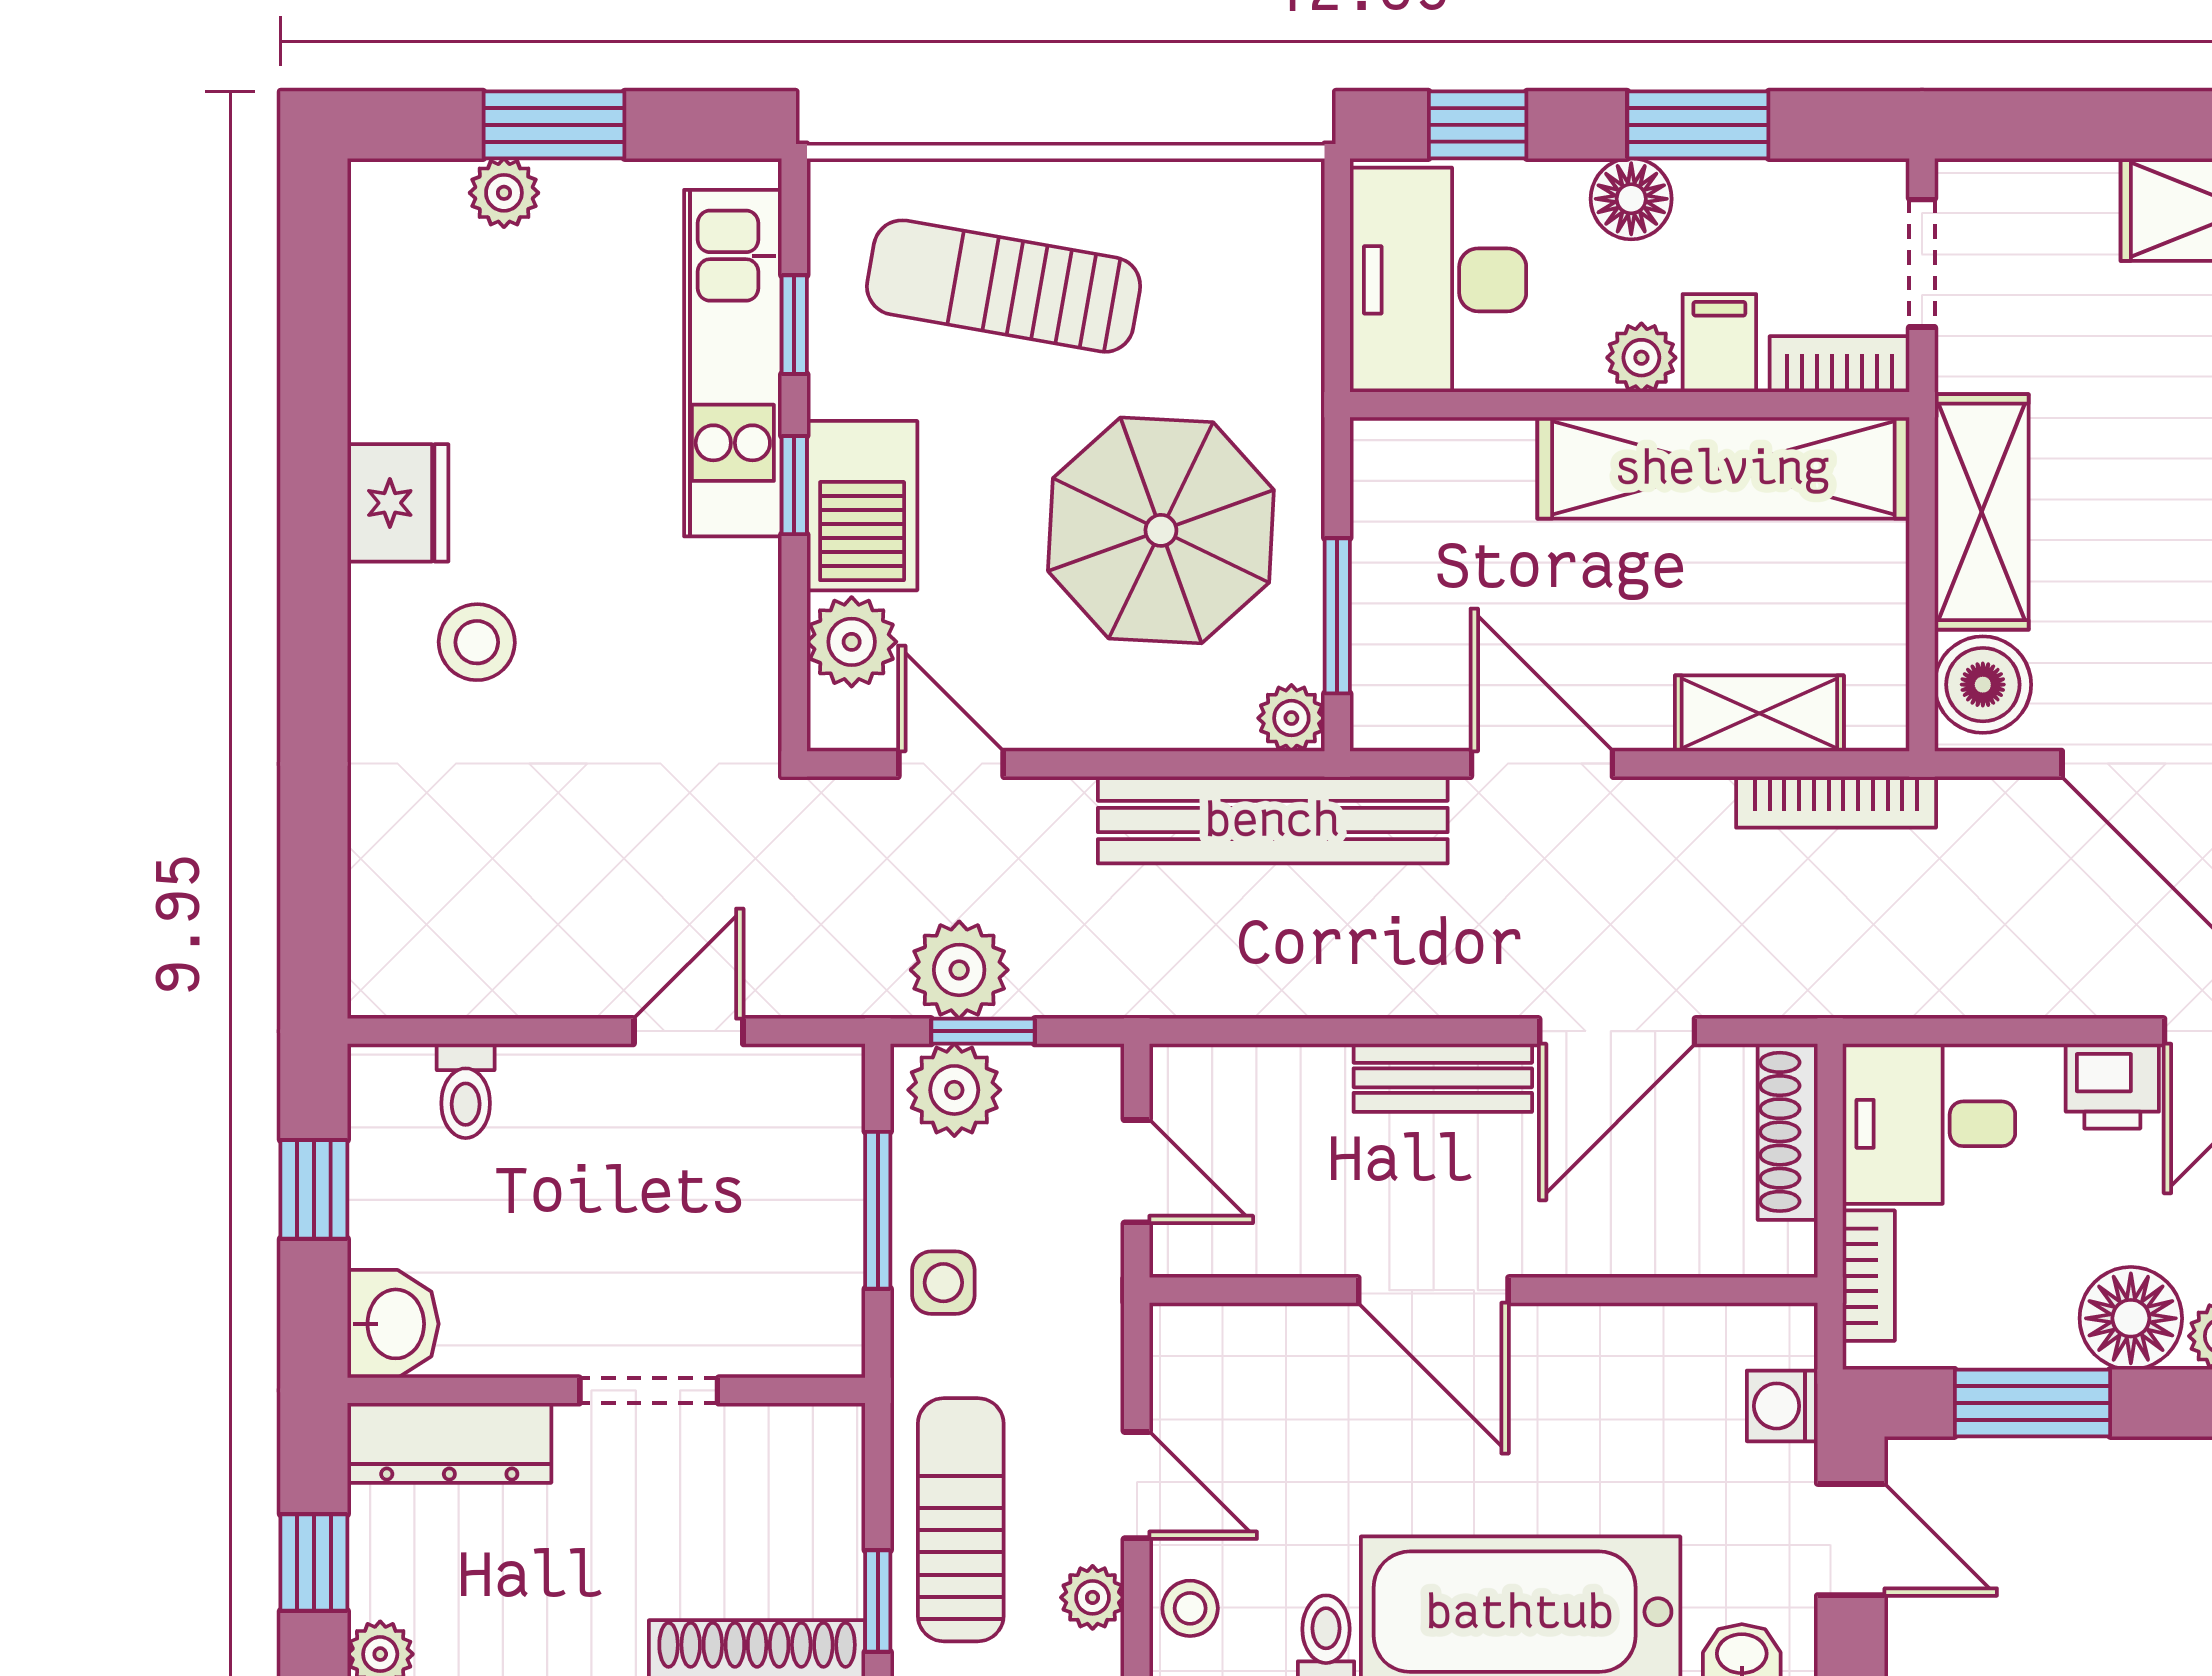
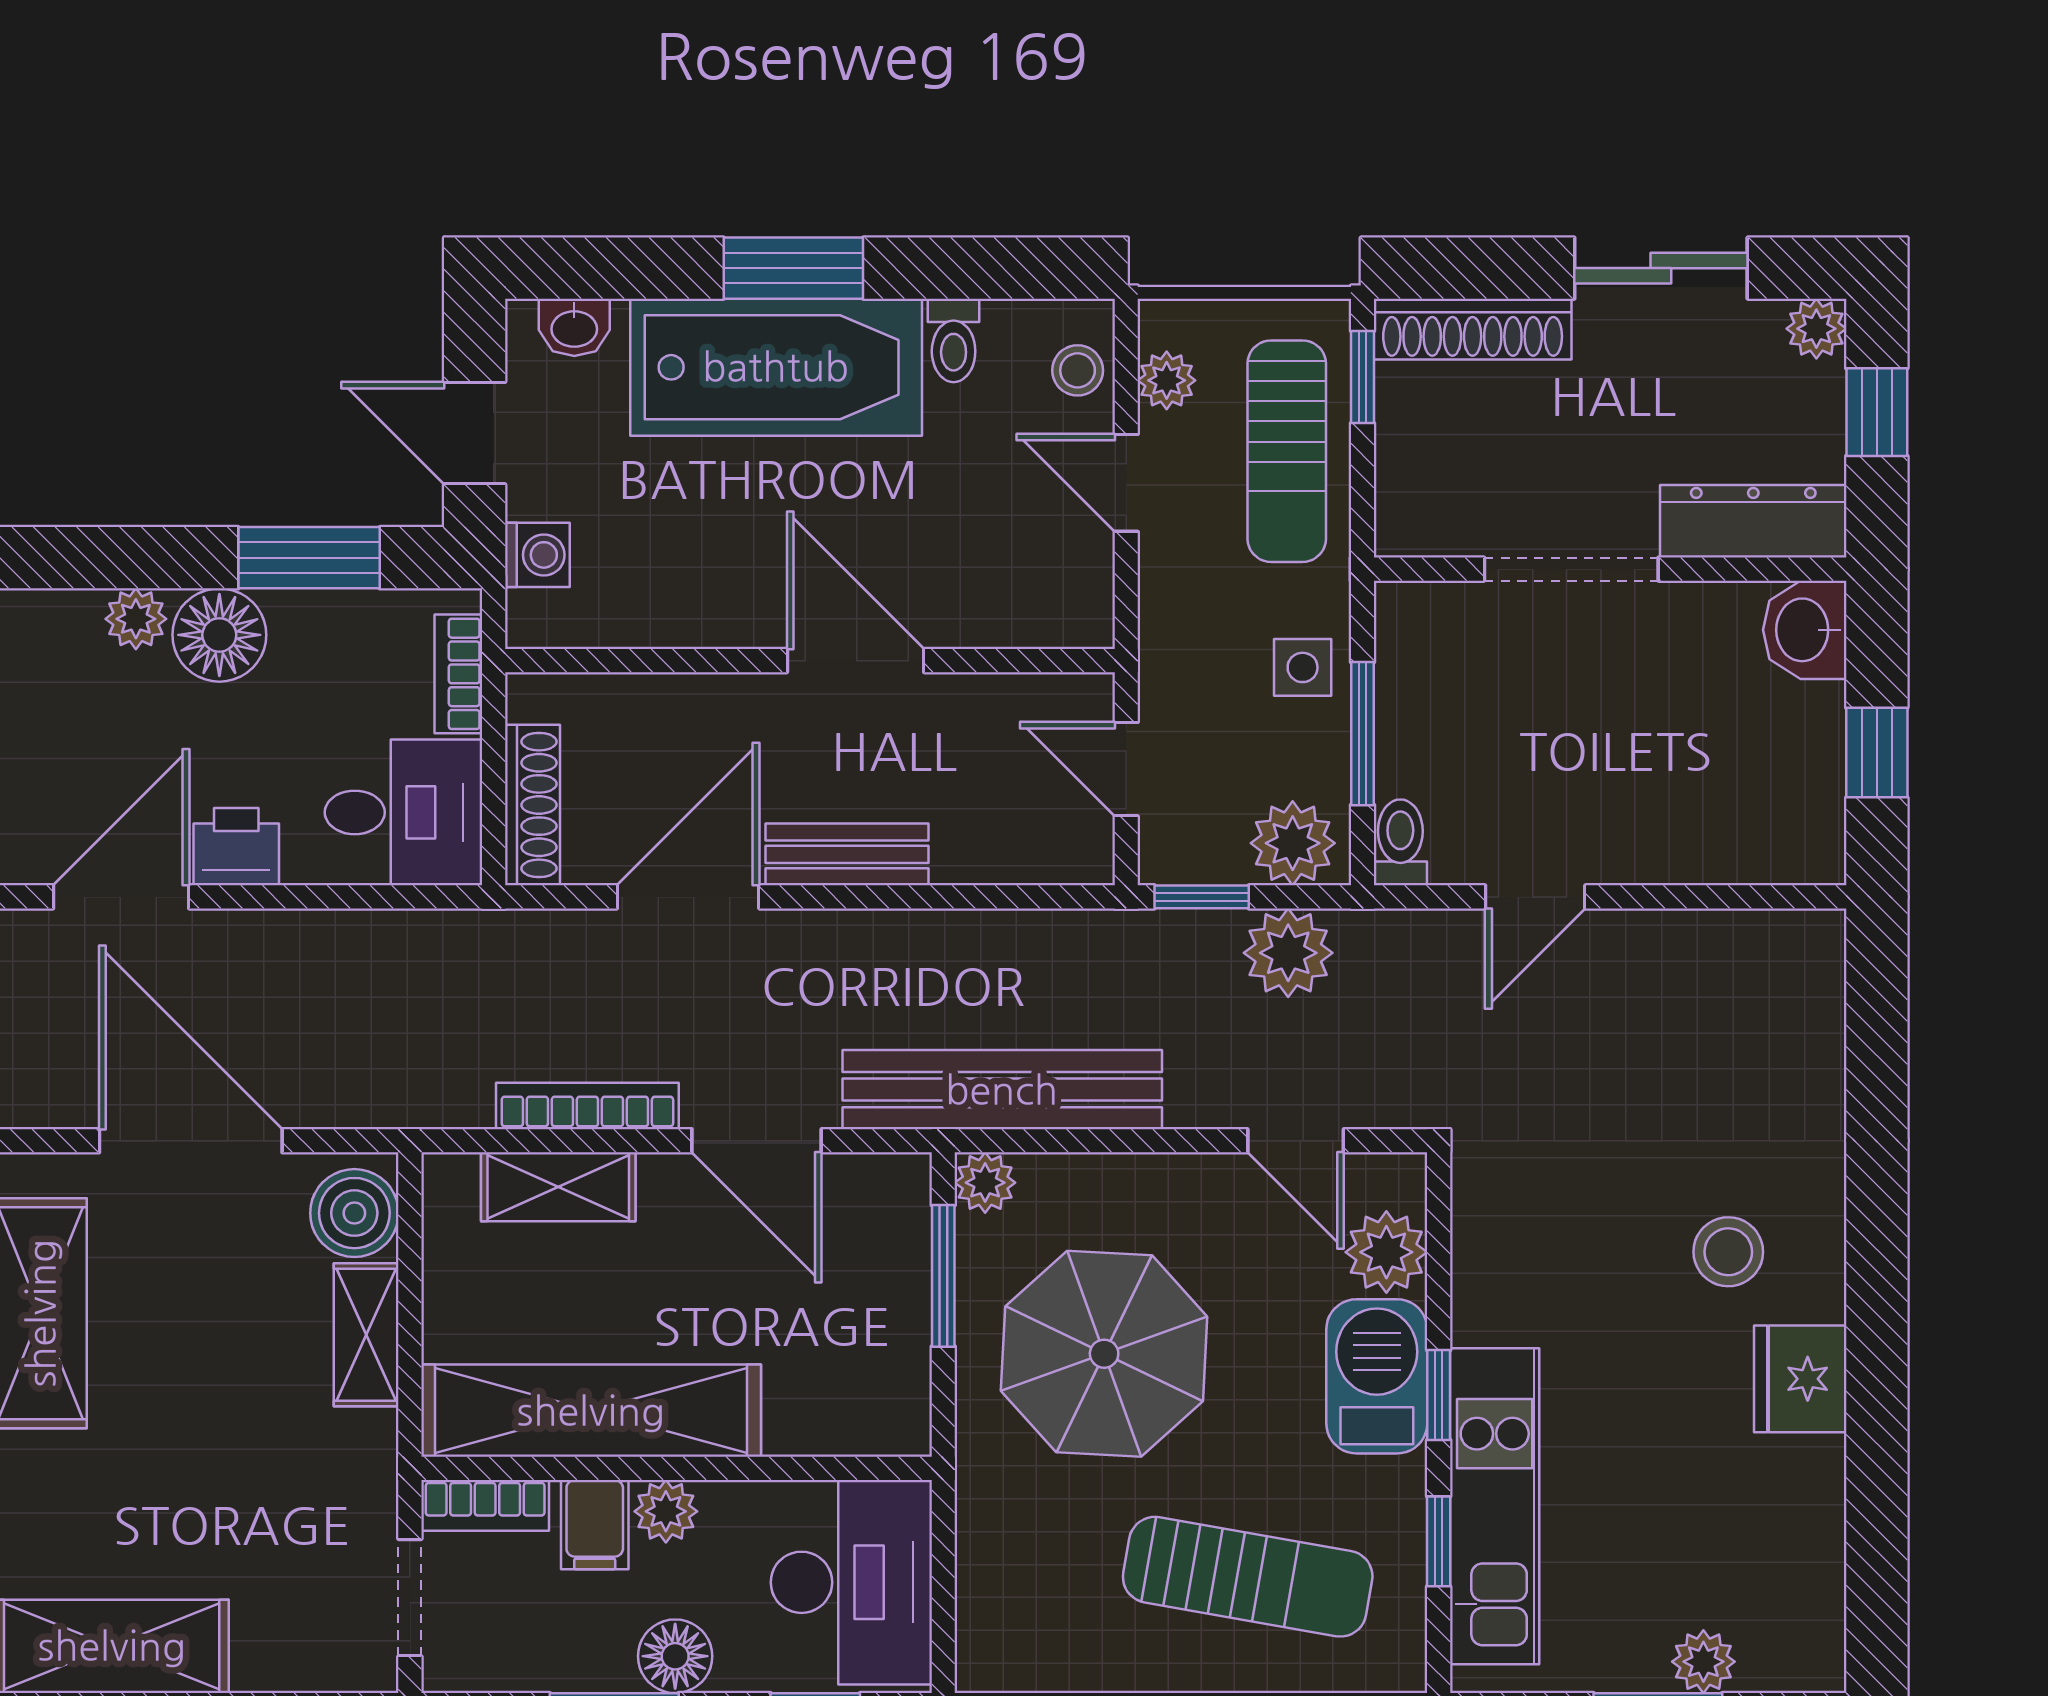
shelving: (1982, 512) -> (366, 1335), width x0.67, depth x0.75
bookcase: (1836, 802) -> (587, 1106), moved
window: (983, 1031) -> (1202, 897), moved
toilet: (466, 1091) -> (1400, 842), moved
doorway: (649, 1390) -> (1571, 569), width x1.38

